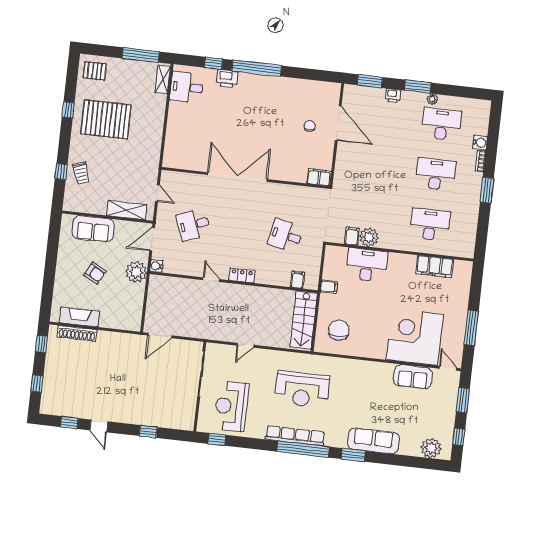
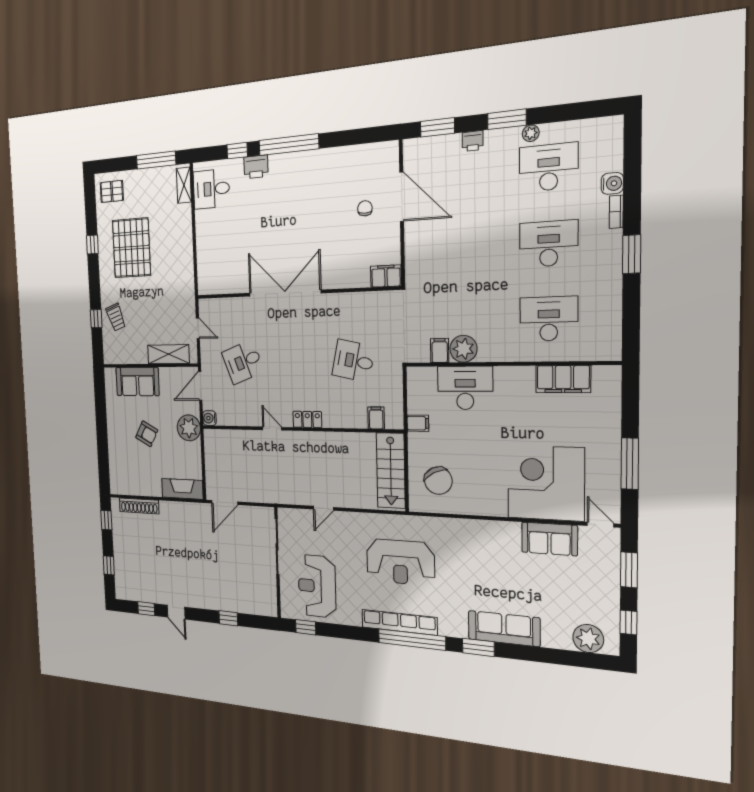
pallet: (106, 119) -> (131, 248), turned 90
fireplace: (79, 317) -> (182, 489), moved
chair: (339, 330) -> (438, 481), turned 153

